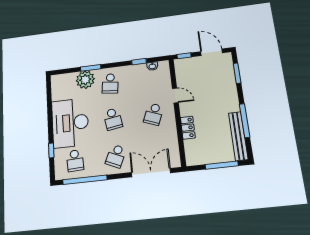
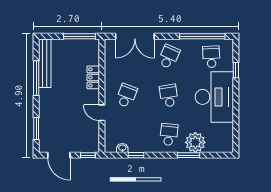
window: (222, 165) -> (79, 36), moved

